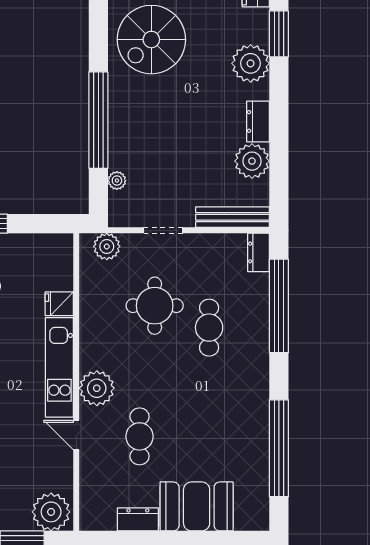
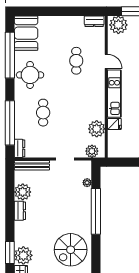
spiral stairs: (151, 40) -> (71, 250), turned 180
plant: (251, 63) -> (23, 255), moved
round table: (155, 306) -> (30, 75), moved
plant: (97, 388) -> (97, 129), moved
booth: (197, 506) -> (26, 33), moved, turned 90
dresser: (138, 519) -> (94, 21), moved

